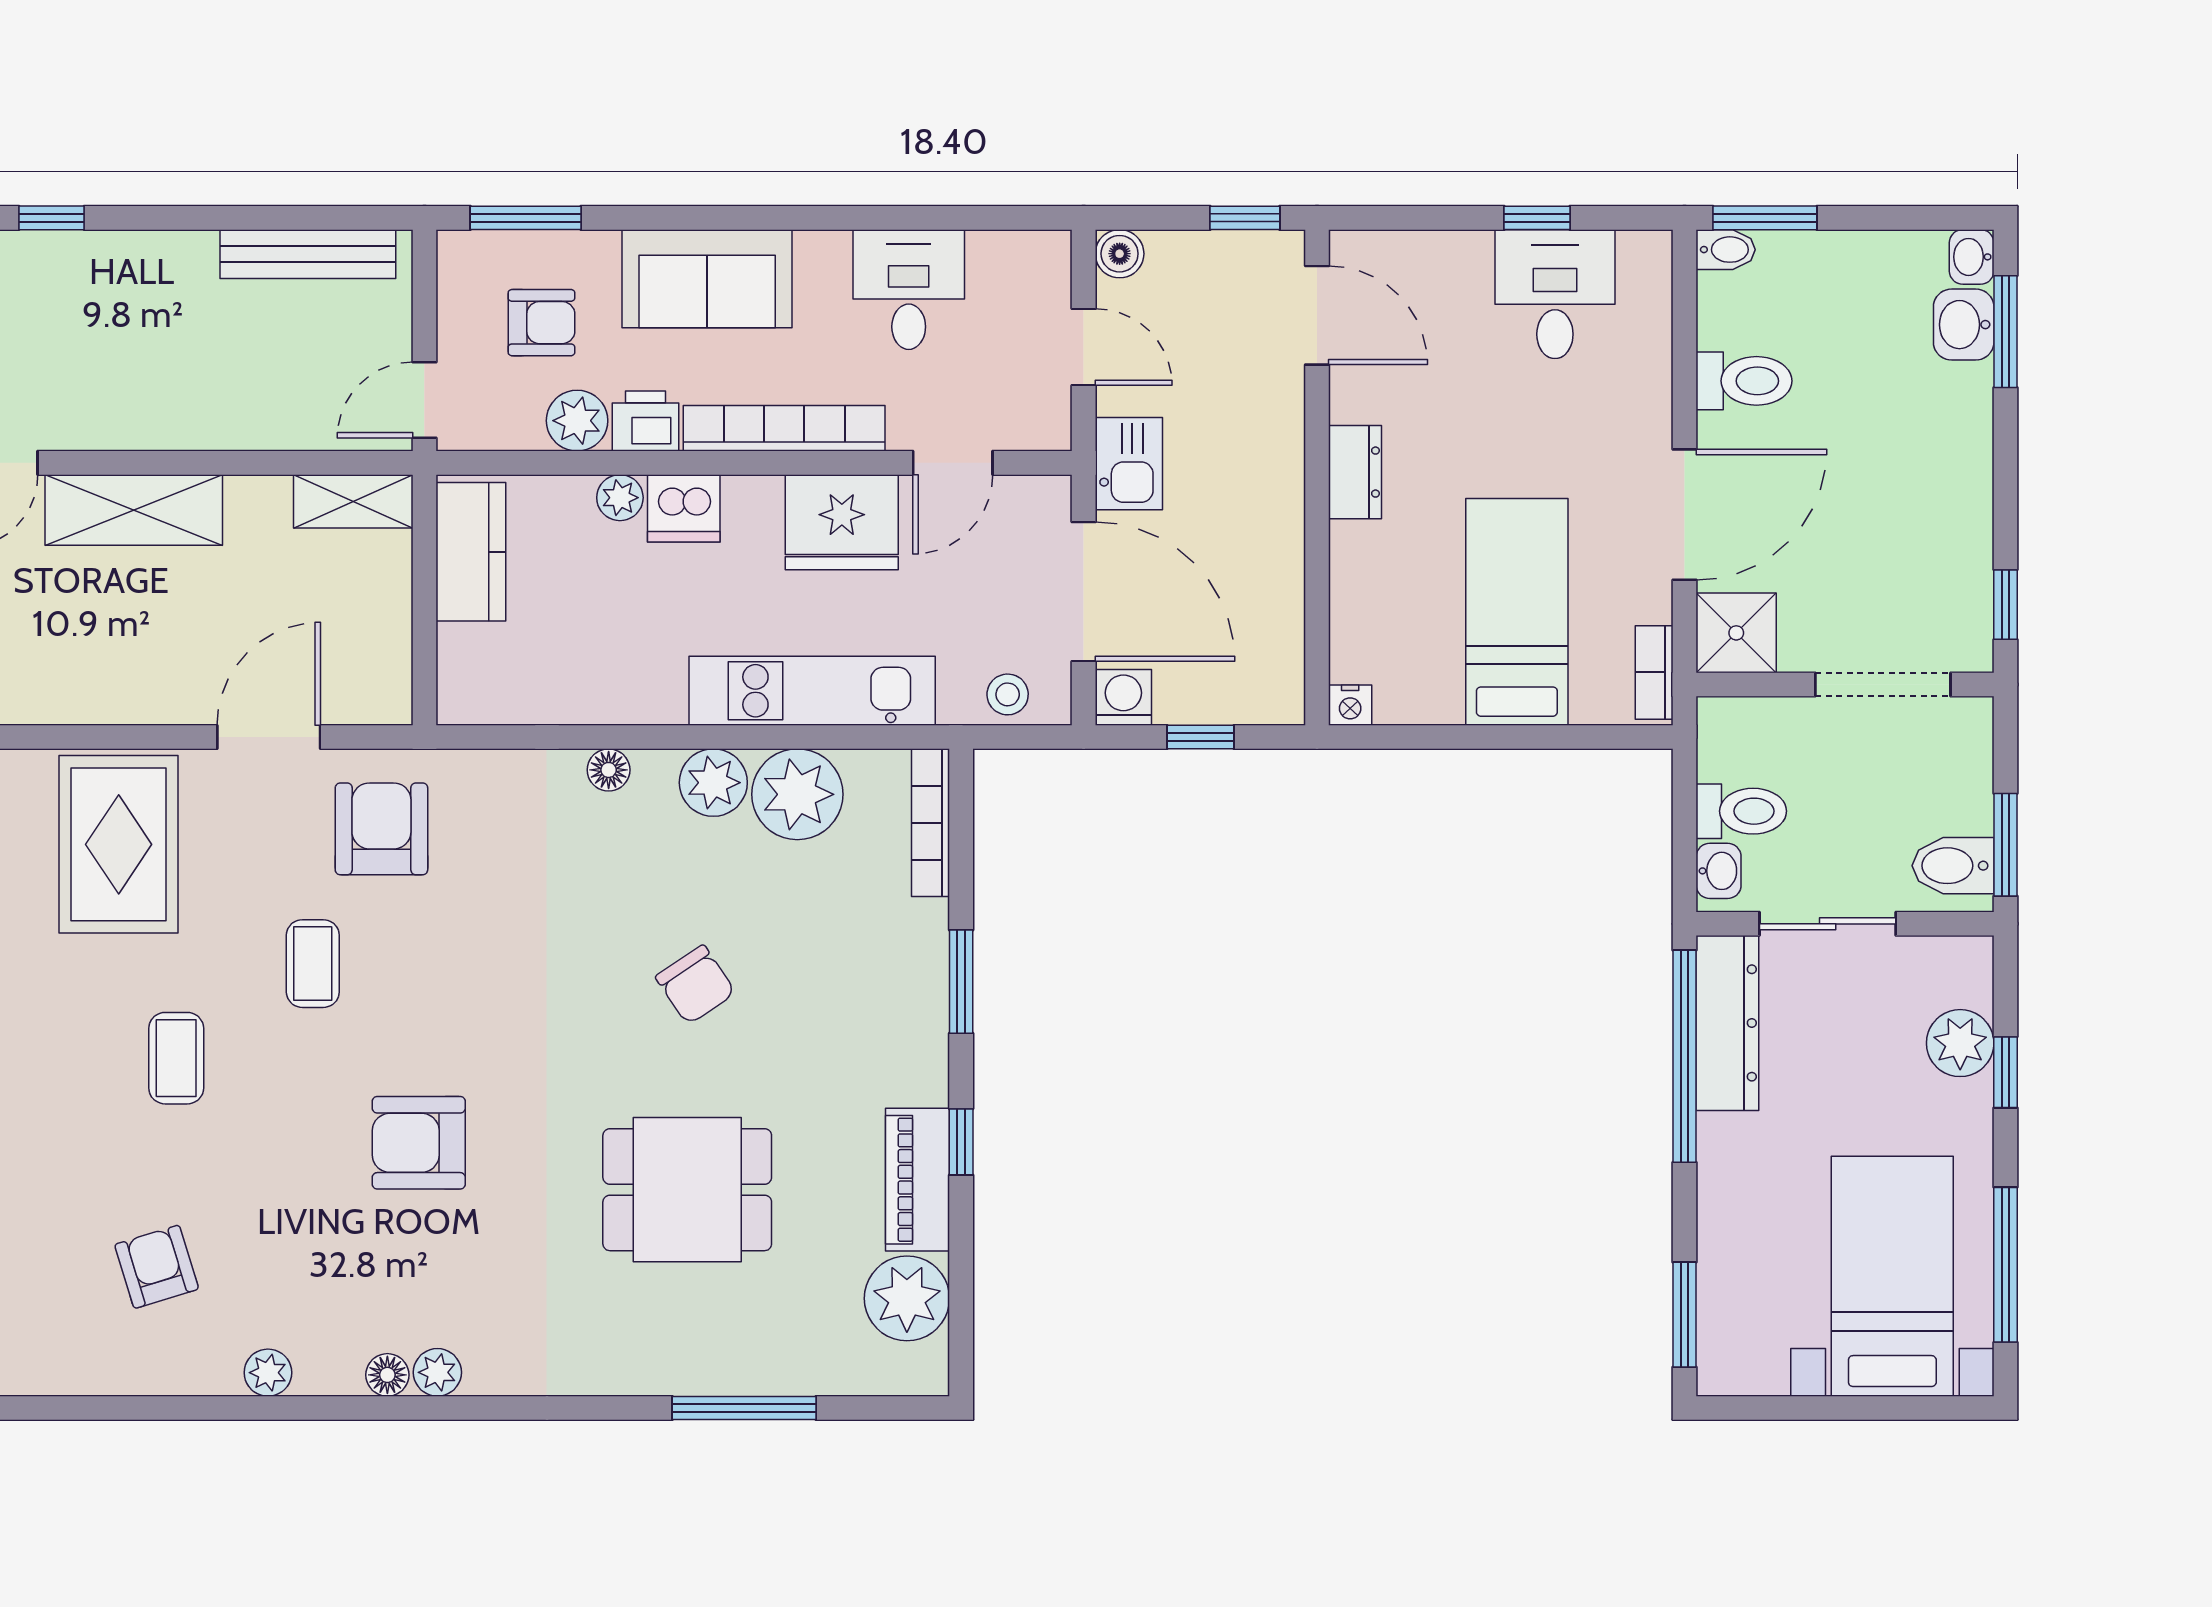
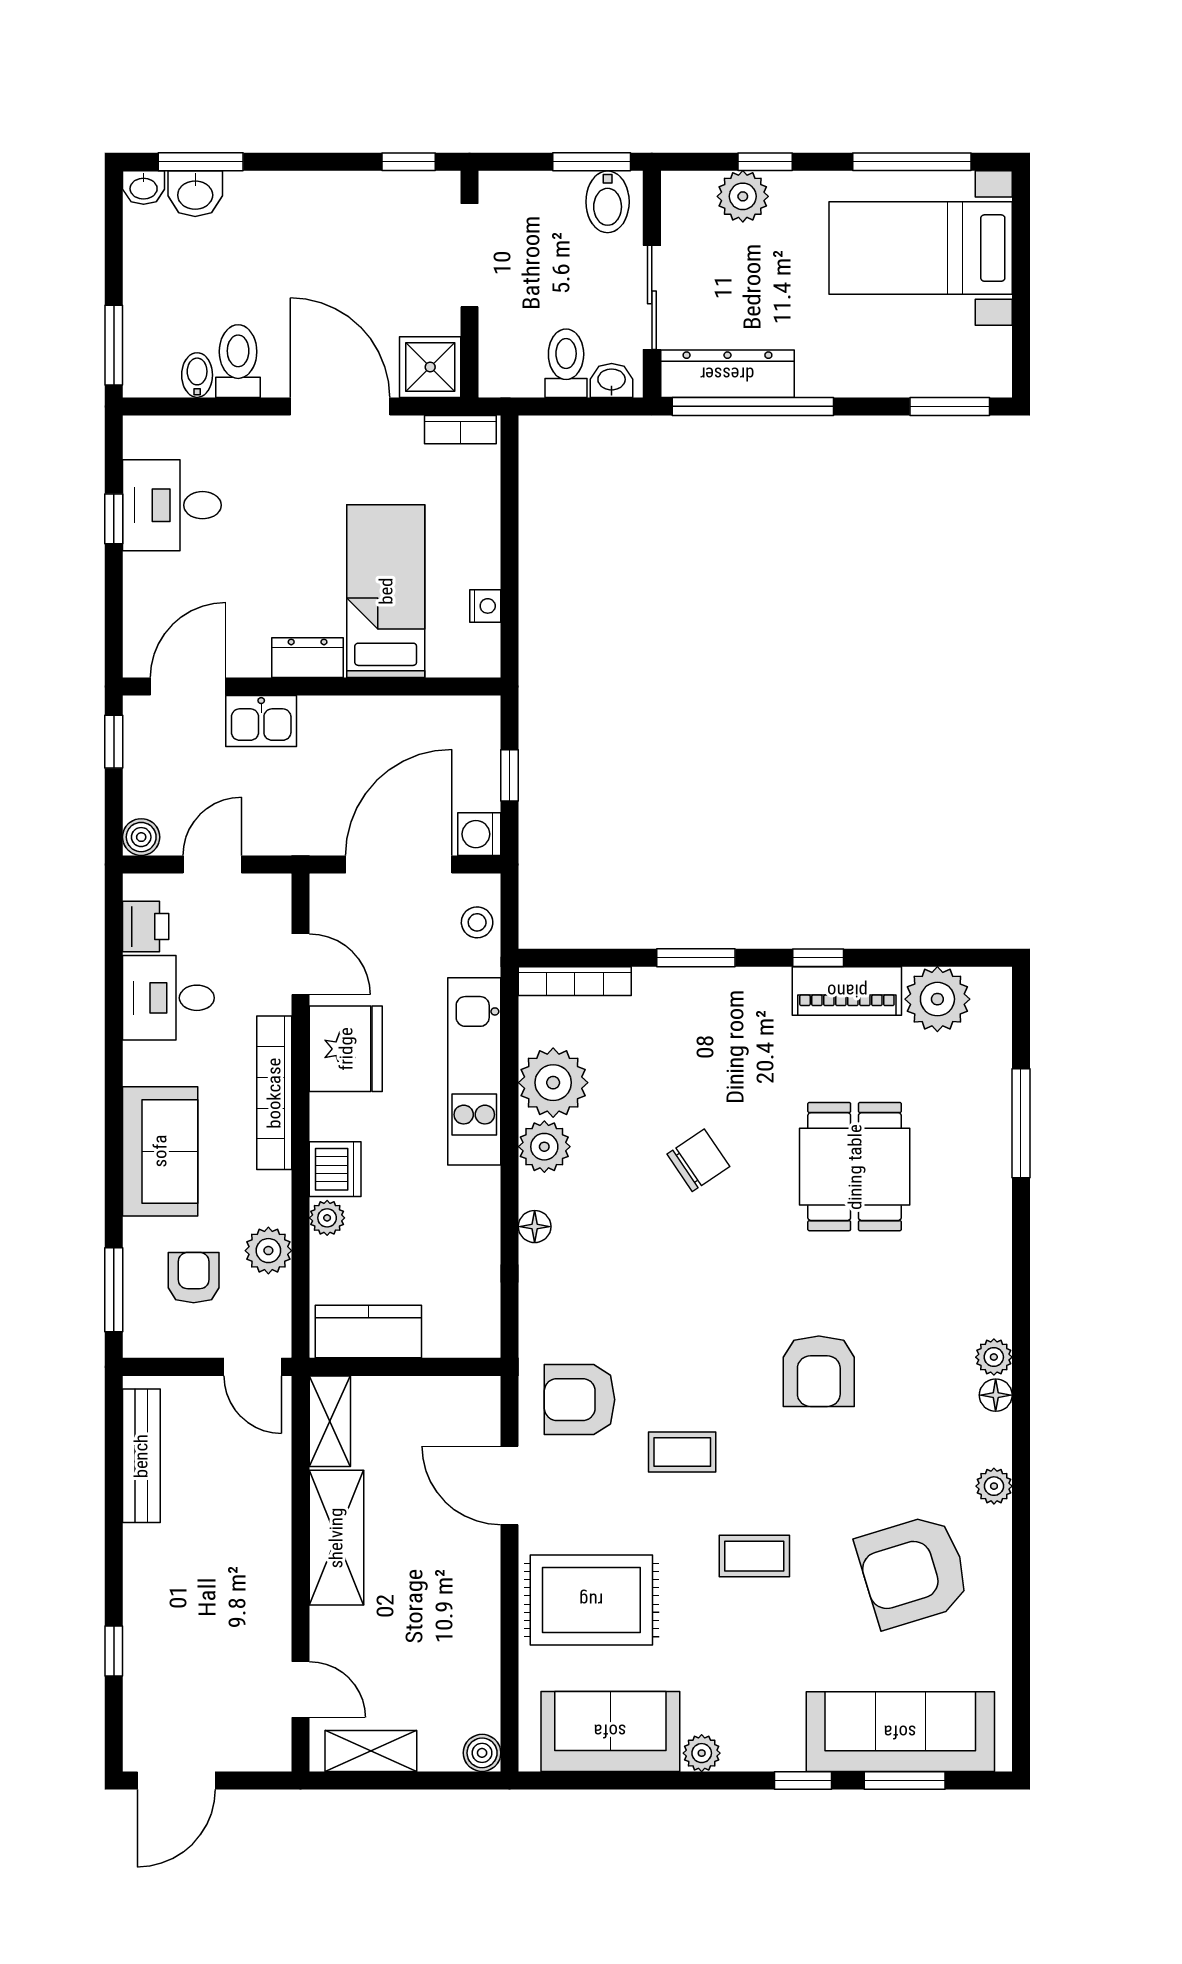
bidet: (1726, 250) -> (197, 375), moved
printer: (645, 421) -> (146, 927), moved, turned 180
kitchen sink: (1129, 464) -> (261, 721), moved, turned 180
shelving: (134, 510) -> (336, 1538), moved
bed: (1517, 612) -> (386, 591), moved, turned 90
nightstand: (1350, 705) -> (485, 606), moved
armchair: (157, 1267) -> (913, 1571), width x1.88, depth x1.88

